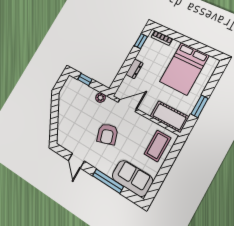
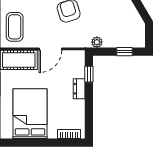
window: (141, 41) -> (89, 74), moved
door: (127, 105) -> (50, 49), moved

